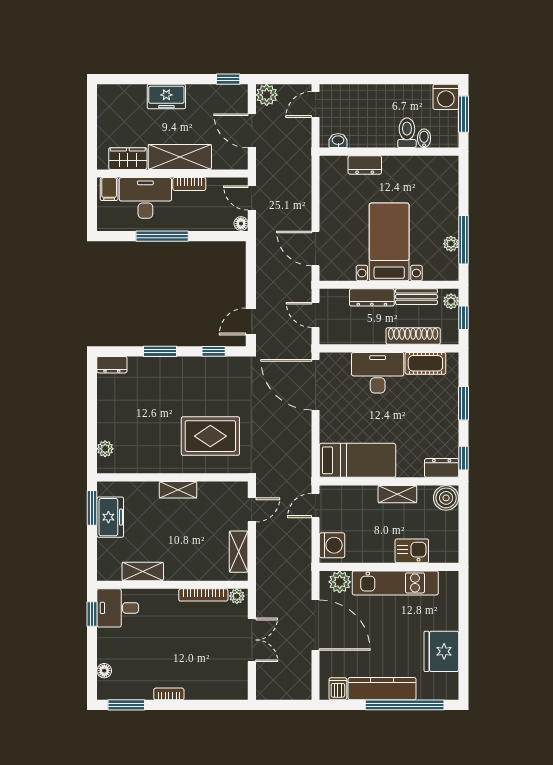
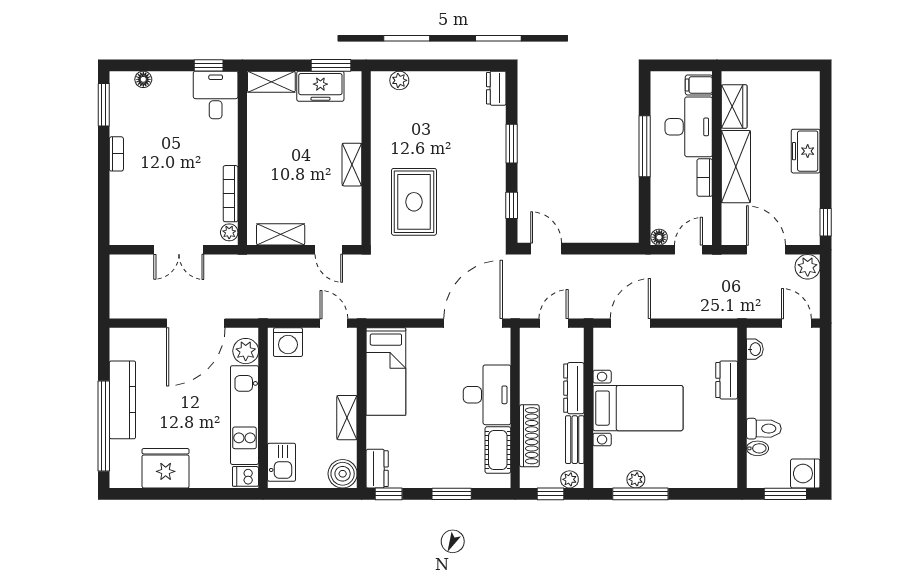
door: (252, 131) -> (766, 250), hinge flipped
kitchen sink: (412, 551) -> (282, 462), moved
shelving: (143, 571) -> (271, 82), moved, turned 90
dishwasher: (338, 689) -> (246, 476), moved, turned 180

